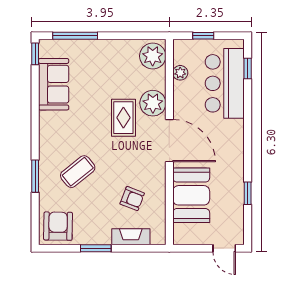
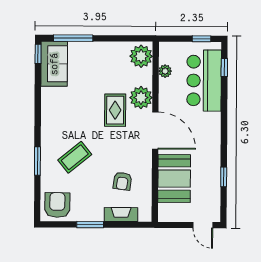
window: (203, 36) -> (202, 39), moved
sofa: (54, 84) -> (54, 64), moved
armchair: (132, 199) -> (122, 181), turned 77

